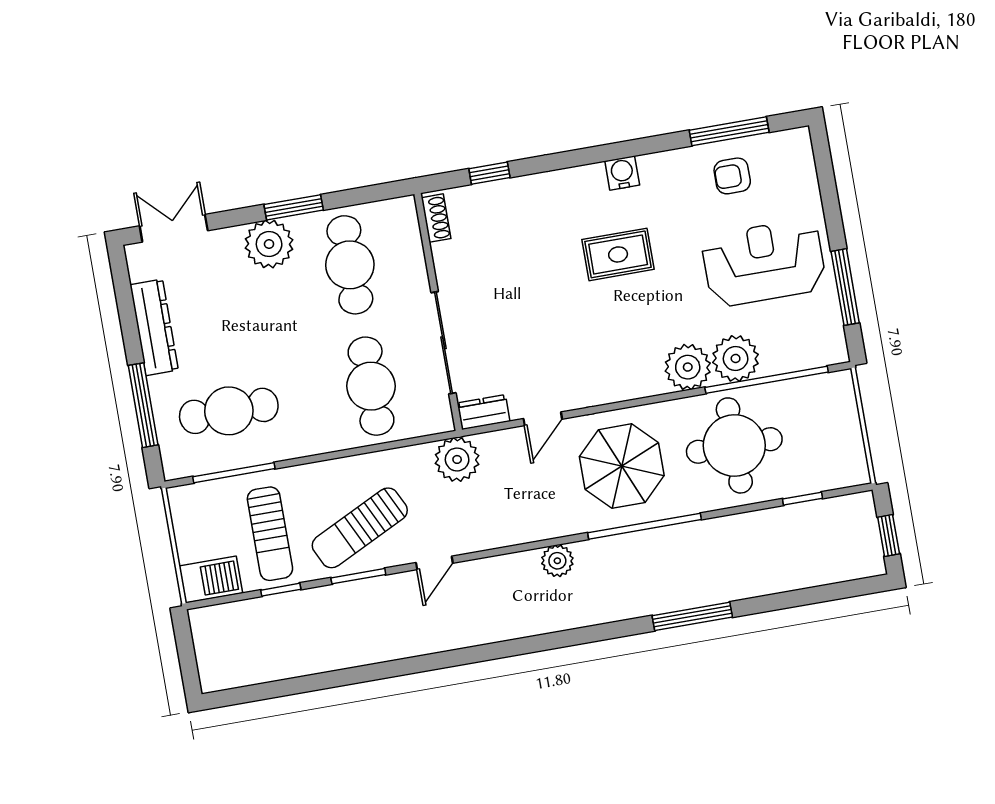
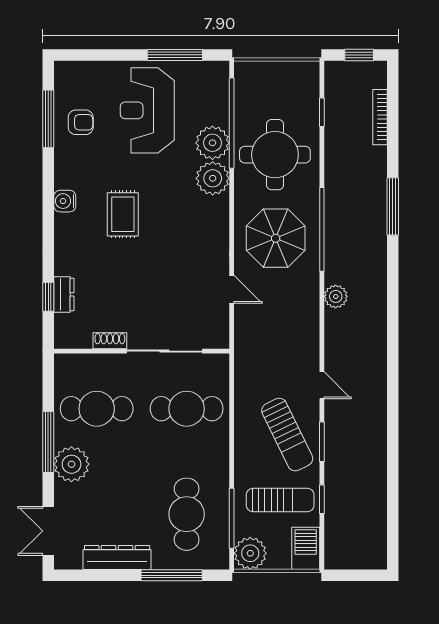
armchair: (732, 176) -> (81, 122), turned -90
window: (294, 207) -> (48, 442), width x1.44
shoe rack: (436, 218) -> (110, 341), moved
dresser: (483, 412) -> (64, 294), moved, turned 180
plant: (457, 459) -> (250, 553), moved
bookcase: (810, 578) -> (380, 117), added

